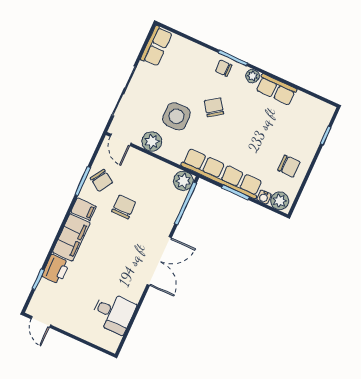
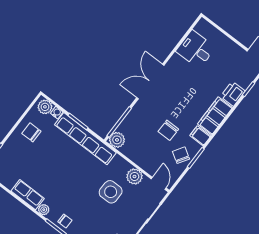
chair: (214, 107) -> (80, 192), removed

